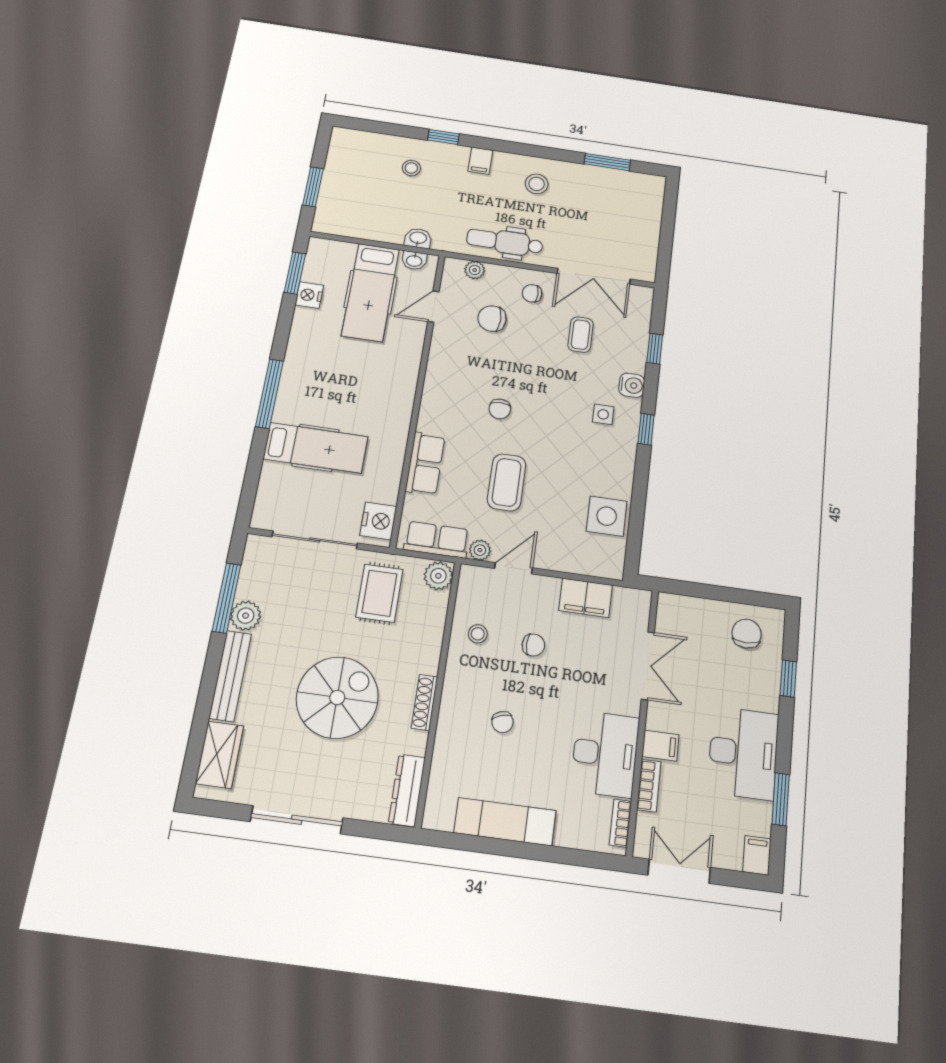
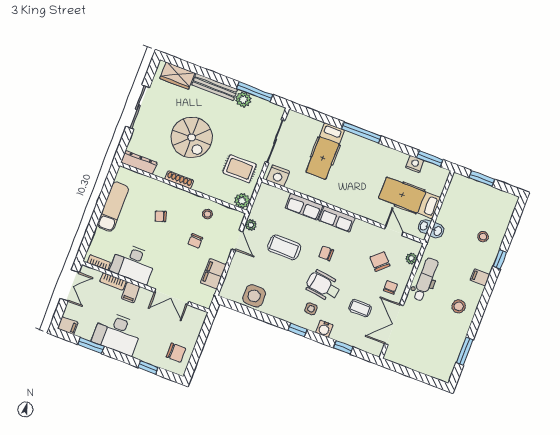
chair: (492, 319) -> (380, 261), turned -43
wheelchair: (558, 402) -> (323, 286), added
row of seats: (437, 540) -> (337, 219), moved, turned 90

